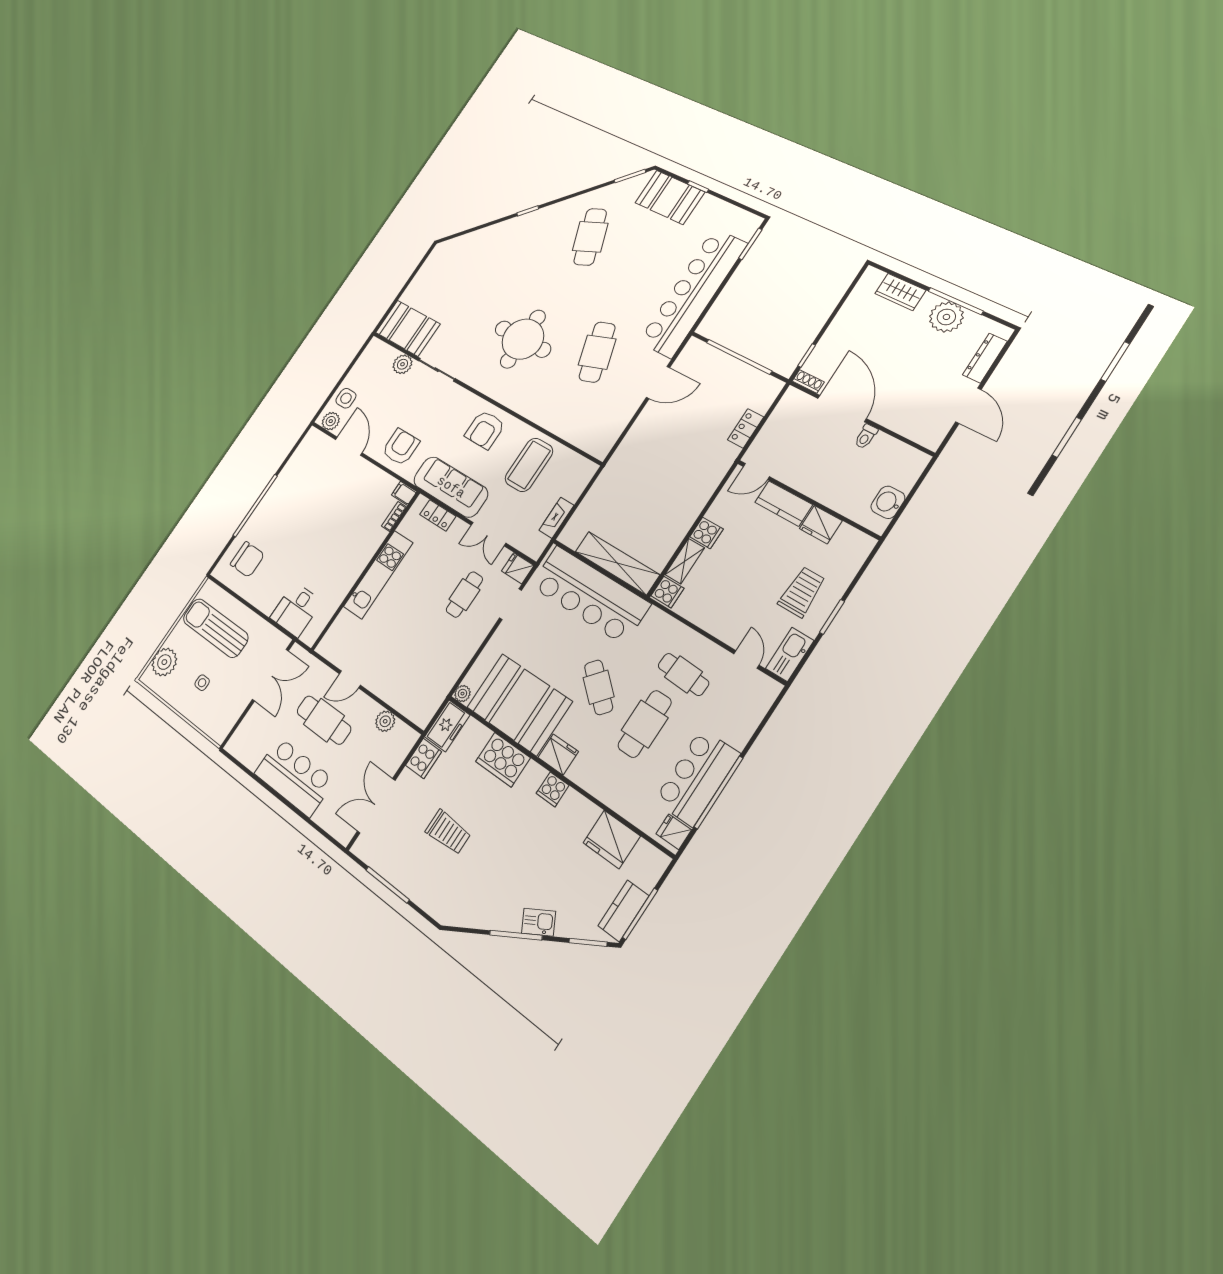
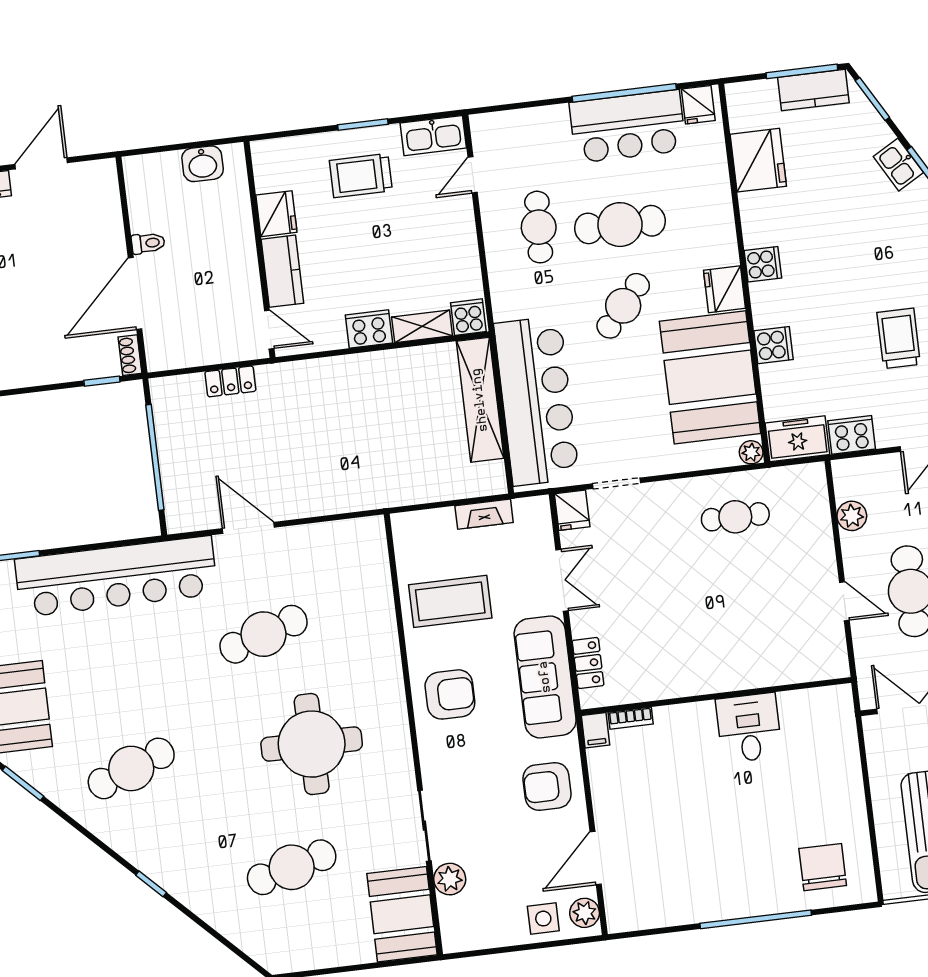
cafe table: (475, 288) -> (292, 867), added
cooker: (706, 533) -> (369, 329), width x1.36
kitchen unit: (378, 575) -> (708, 676), removed
cafe table: (464, 595) -> (735, 517), moved
desk: (296, 610) -> (749, 728), moved, turned -90
cooker: (503, 760) -> (774, 345), width x0.53, depth x0.76

